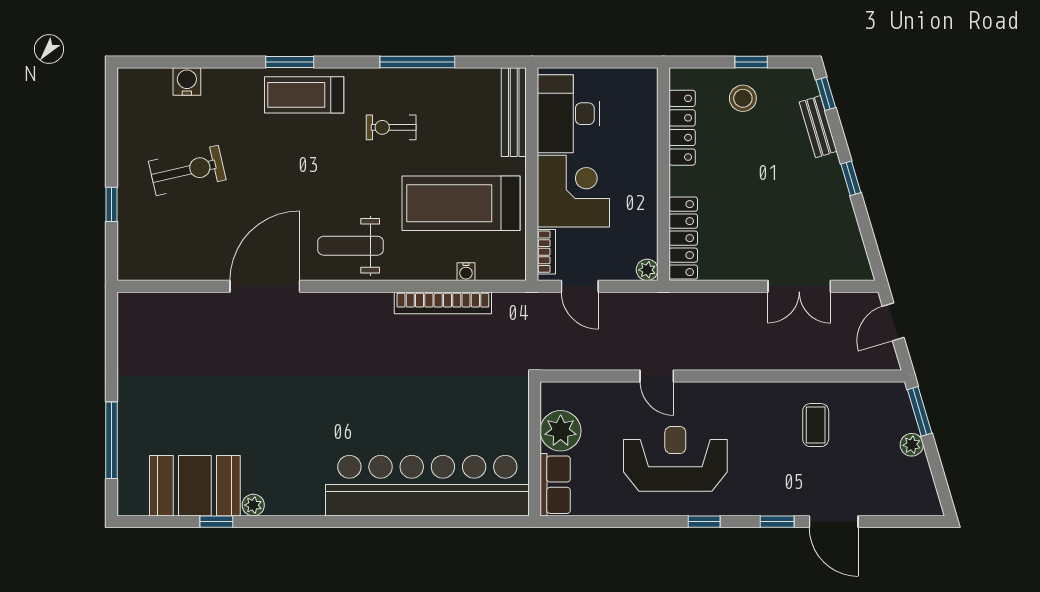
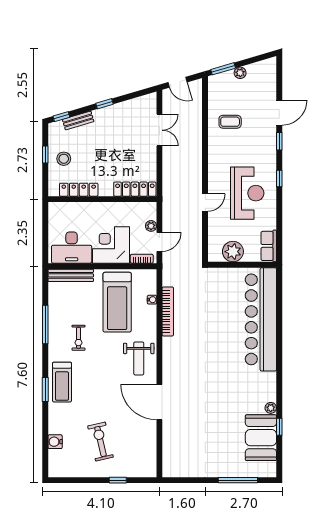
plant: (647, 270) -> (151, 226), moved
reception desk: (675, 459) -> (247, 193), turned 180
row of seats: (555, 485) -> (269, 246), moved, turned -90

